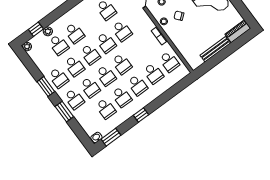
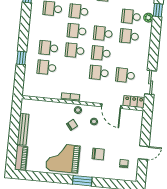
school desk: (169, 62) -> (45, 87), removed
school desk: (74, 66) -> (105, 14), removed
school desk: (122, 97) -> (50, 28), removed
window: (141, 115) -> (21, 58), moved

